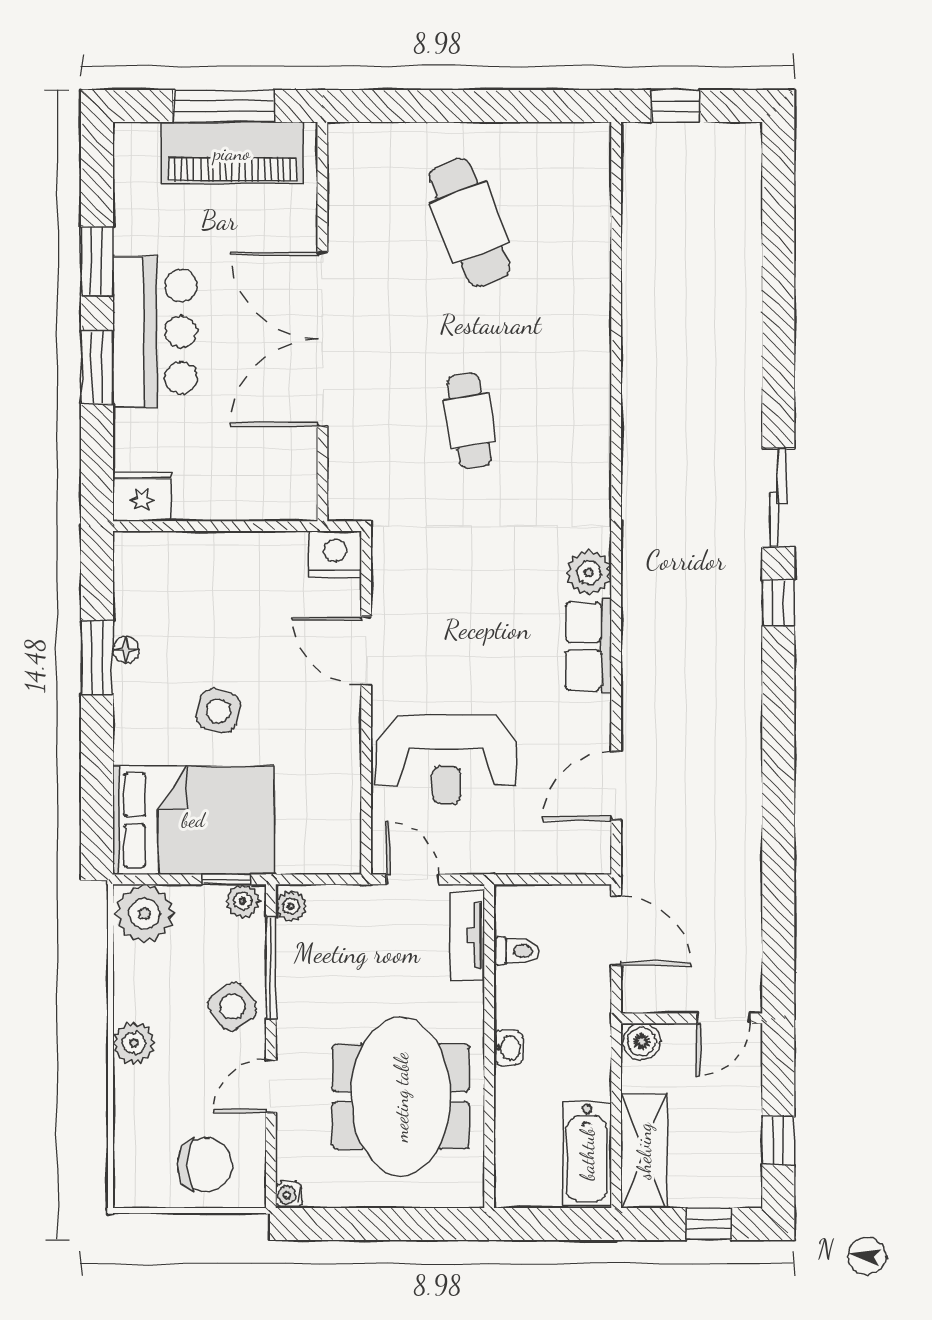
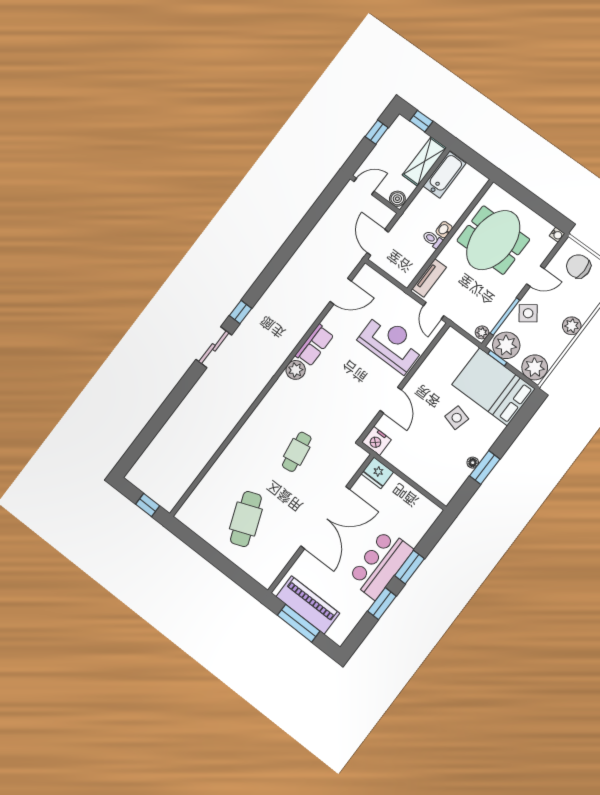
fridge: (142, 496) -> (377, 473), moved
plant: (243, 901) -> (506, 345), width x1.88, depth x1.88
toilet: (516, 951) -> (432, 239), moved

